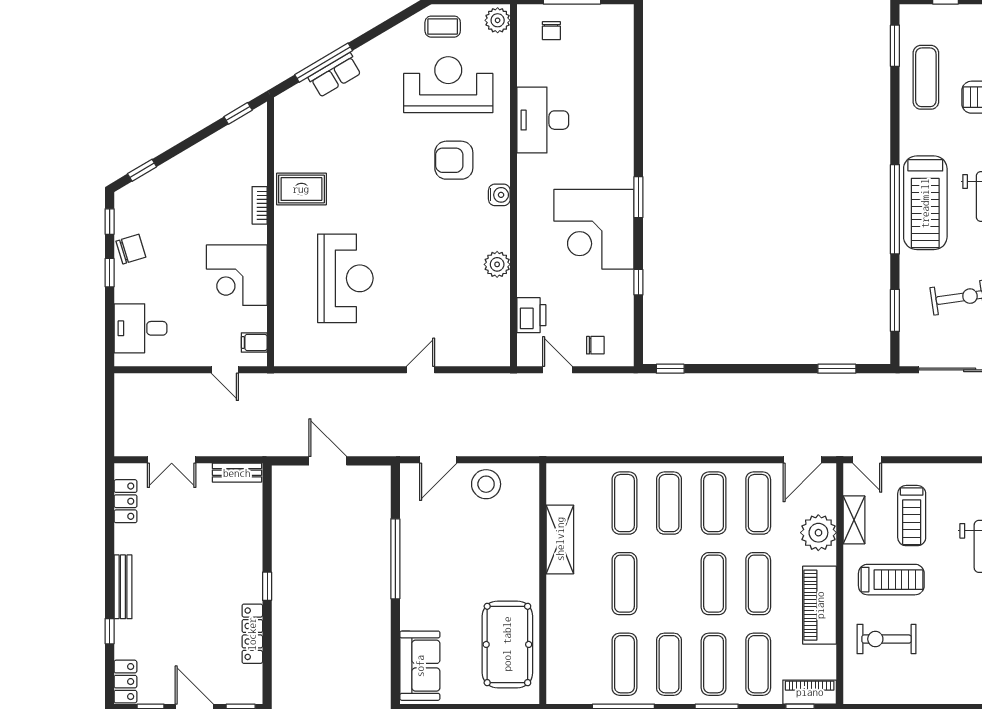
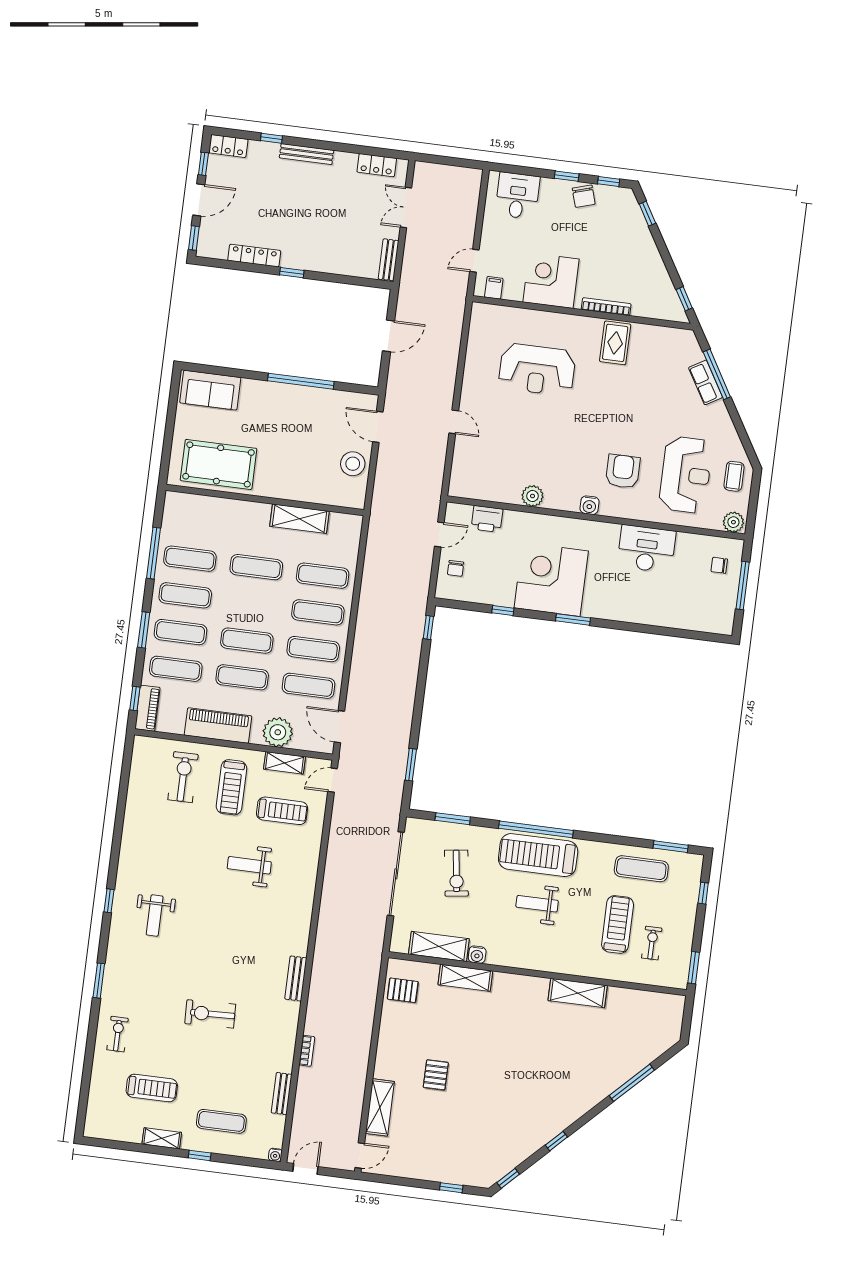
bookcase: (260, 205) -> (606, 307), width x1.56
treadmill: (912, 516) -> (282, 811), turned 180

